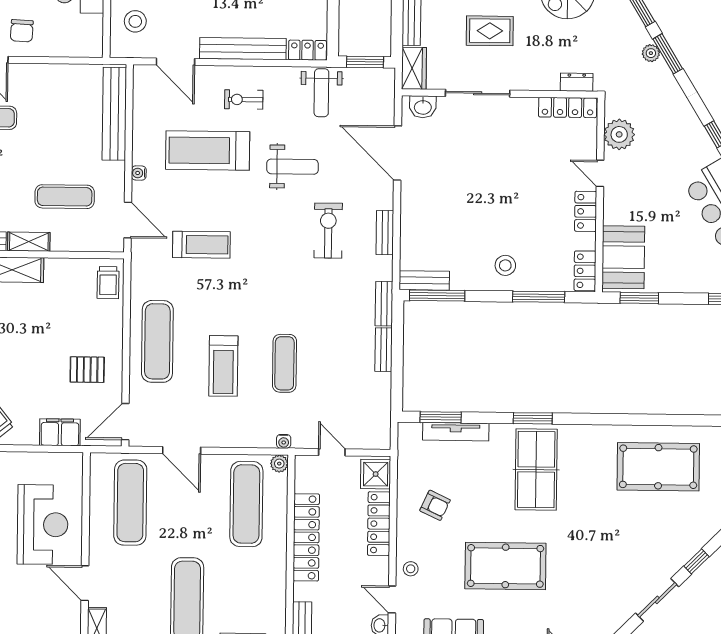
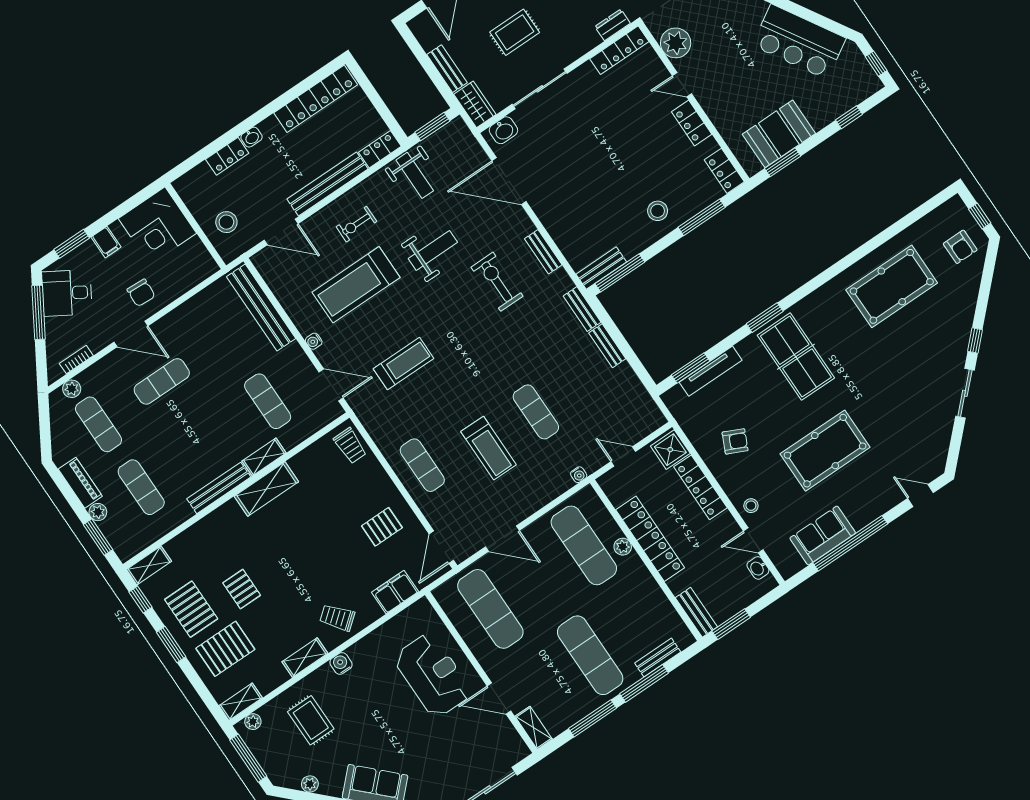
exercise mat: (65, 197) -> (268, 401), turned 90
booth: (623, 257) -> (779, 134), moved, turned 90
exercise mat: (157, 341) -> (422, 465), width x0.73, depth x0.69
plant: (279, 464) -> (623, 547), moved

